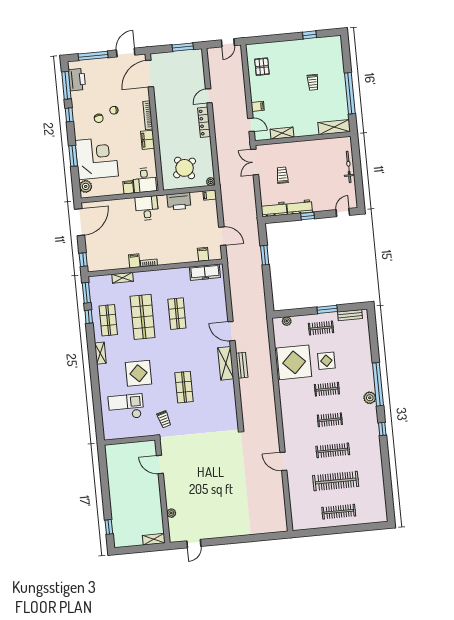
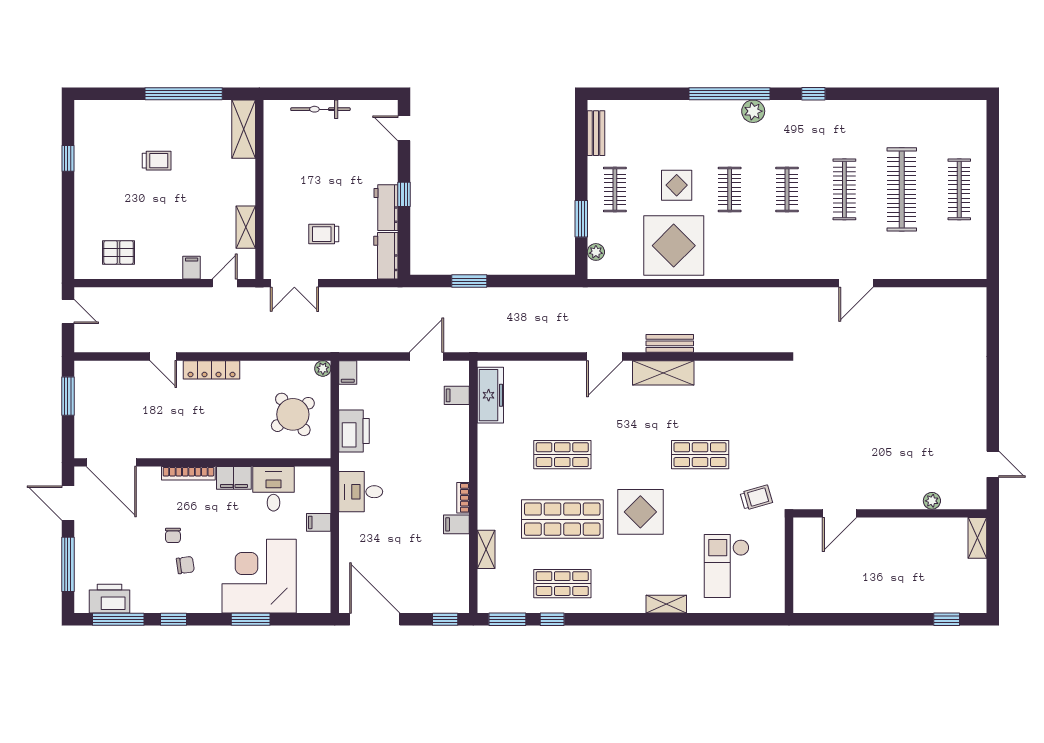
desk: (144, 180) -> (274, 489), moved, turned -90
plant: (86, 186) -> (309, 601), removed
window: (327, 309) -> (581, 219), moved
shelving: (100, 353) -> (666, 604), moved
display table: (139, 373) -> (640, 512), moved

